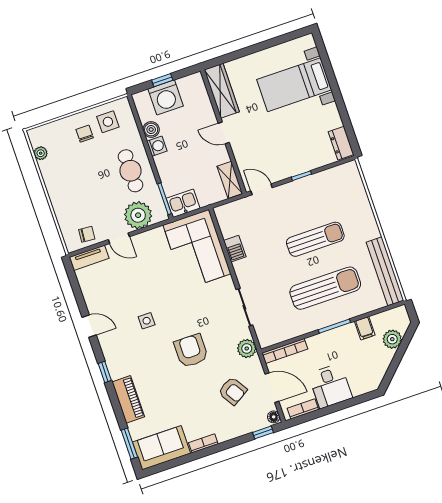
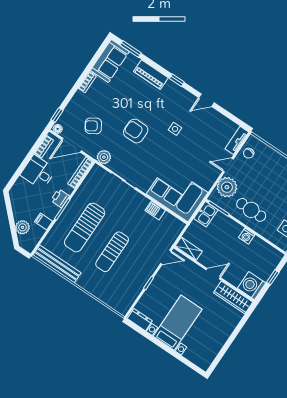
bed with nightstands: (294, 85) -> (178, 323), moved
washing machine: (166, 97) -> (252, 286), moved
boiler: (151, 130) -> (257, 243), removed
printer: (328, 340) -> (60, 198), added
armchair: (191, 351) -> (136, 131), turned 180

